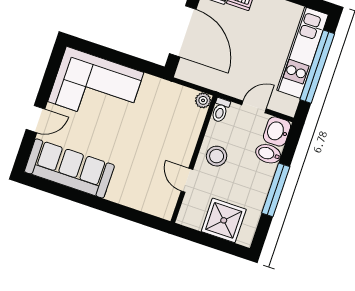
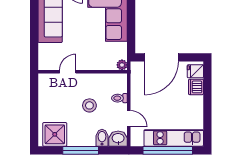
plant: (203, 100) -> (122, 65), moved
wall: (194, 159) -> (83, 72), moved
door: (187, 180) -> (68, 72), moved
shower: (224, 220) -> (55, 134), moved

